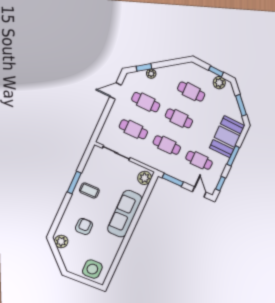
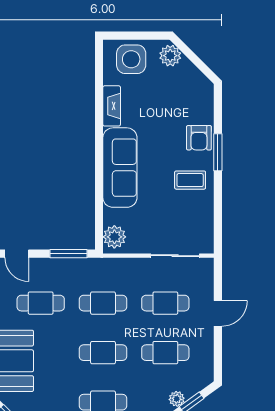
door: (116, 91) -> (218, 313), moved
window: (74, 183) -> (218, 152), moved
armchair: (84, 226) -> (199, 138), moved
plant: (61, 241) -> (170, 56), moved
fireplace: (114, 248) -> (112, 106), added

